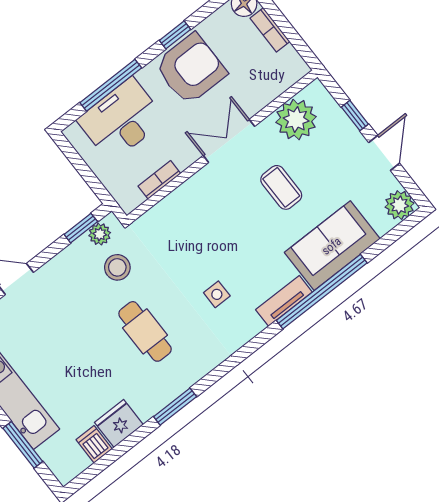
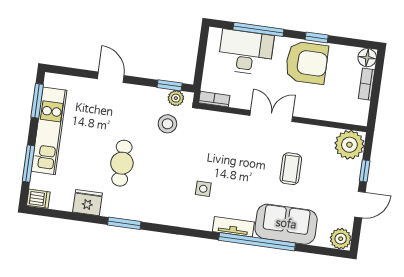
plant: (296, 120) -> (349, 145), moved
double door: (229, 141) -> (271, 116), moved
bookcase: (159, 180) -> (214, 99), moved
cafe table: (145, 331) -> (122, 163), moved
dishwasher: (94, 444) -> (38, 199), moved, turned 90

